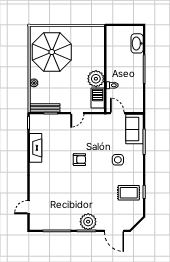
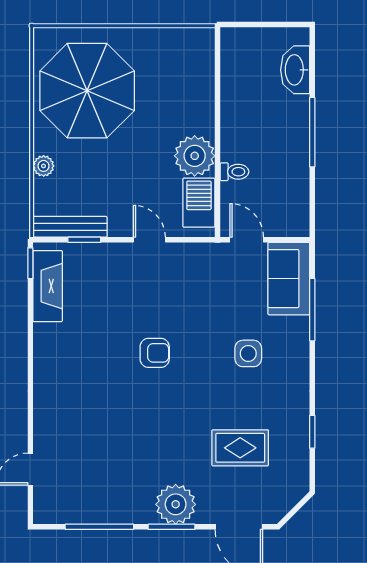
door: (77, 113) -> (149, 240), swing flipped
fireplace: (36, 148) -> (48, 286), moved
rug: (129, 193) -> (240, 448), moved

